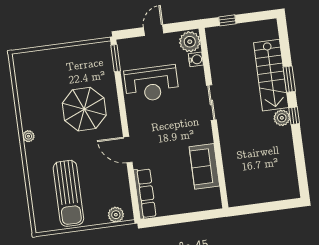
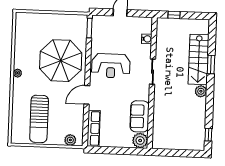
plant: (190, 42) -> (140, 141), moved
reception desk: (152, 84) -> (111, 66), moved
parasol: (84, 109) -> (61, 61), width x1.36, depth x1.36
window: (294, 116) -> (208, 135), moved
door: (128, 150) -> (87, 95), hinge flipped

